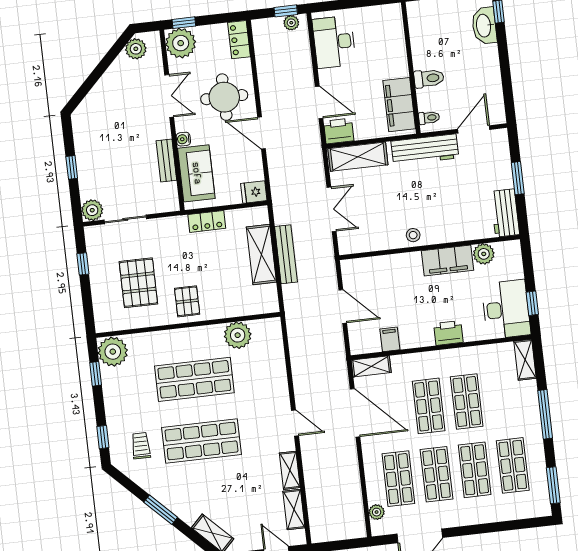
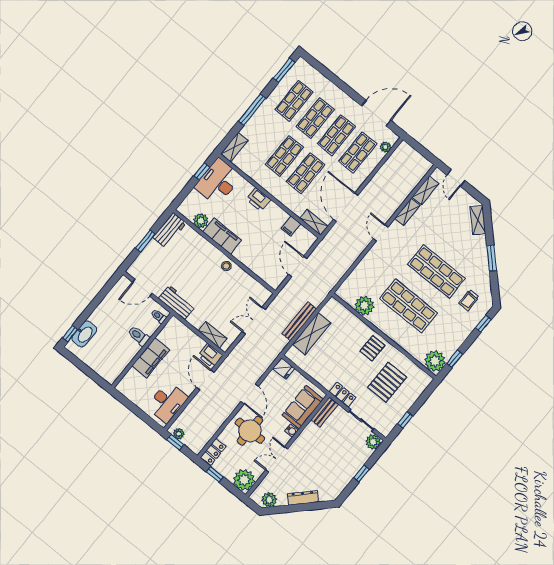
window: (184, 23) -> (215, 474), moved
dresser: (105, 85) -> (303, 498), added
filing cabinet: (399, 105) -> (151, 358), moved
workbench: (425, 150) -> (177, 302), width x0.73
shelving: (358, 157) -> (212, 335), width x0.67, depth x0.75
bench: (166, 160) -> (325, 412), moved
locker: (207, 221) -> (343, 395), moved

